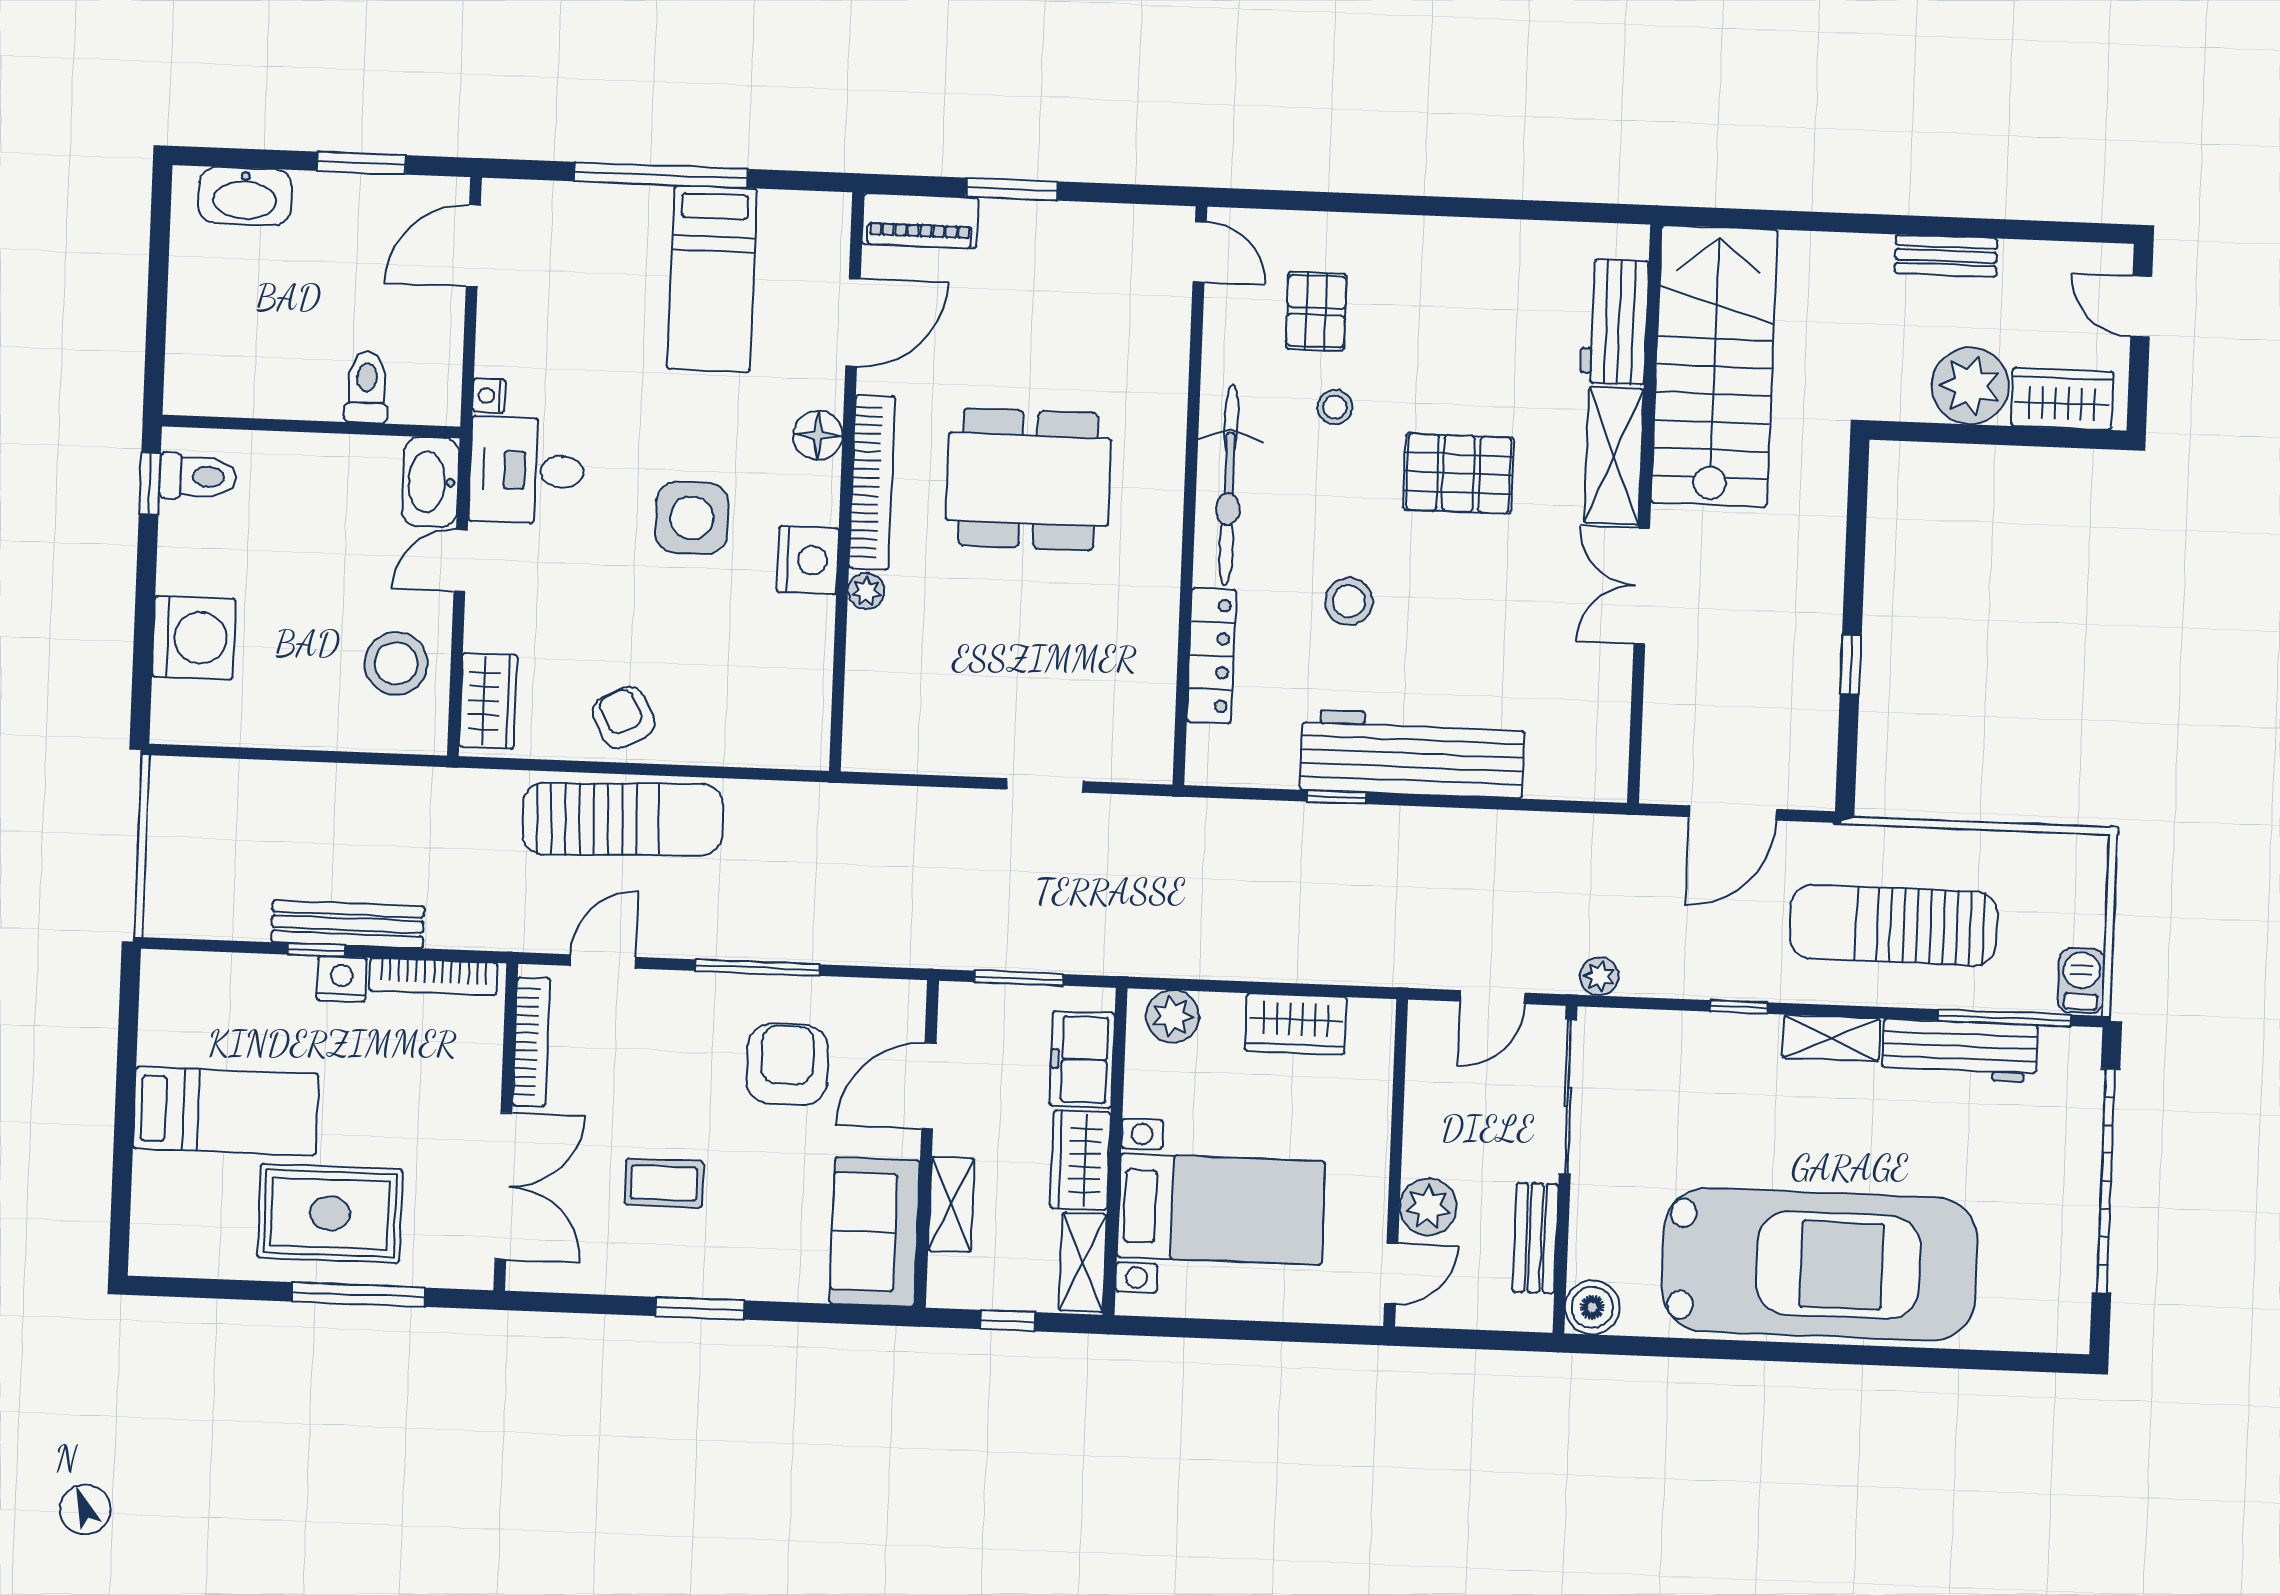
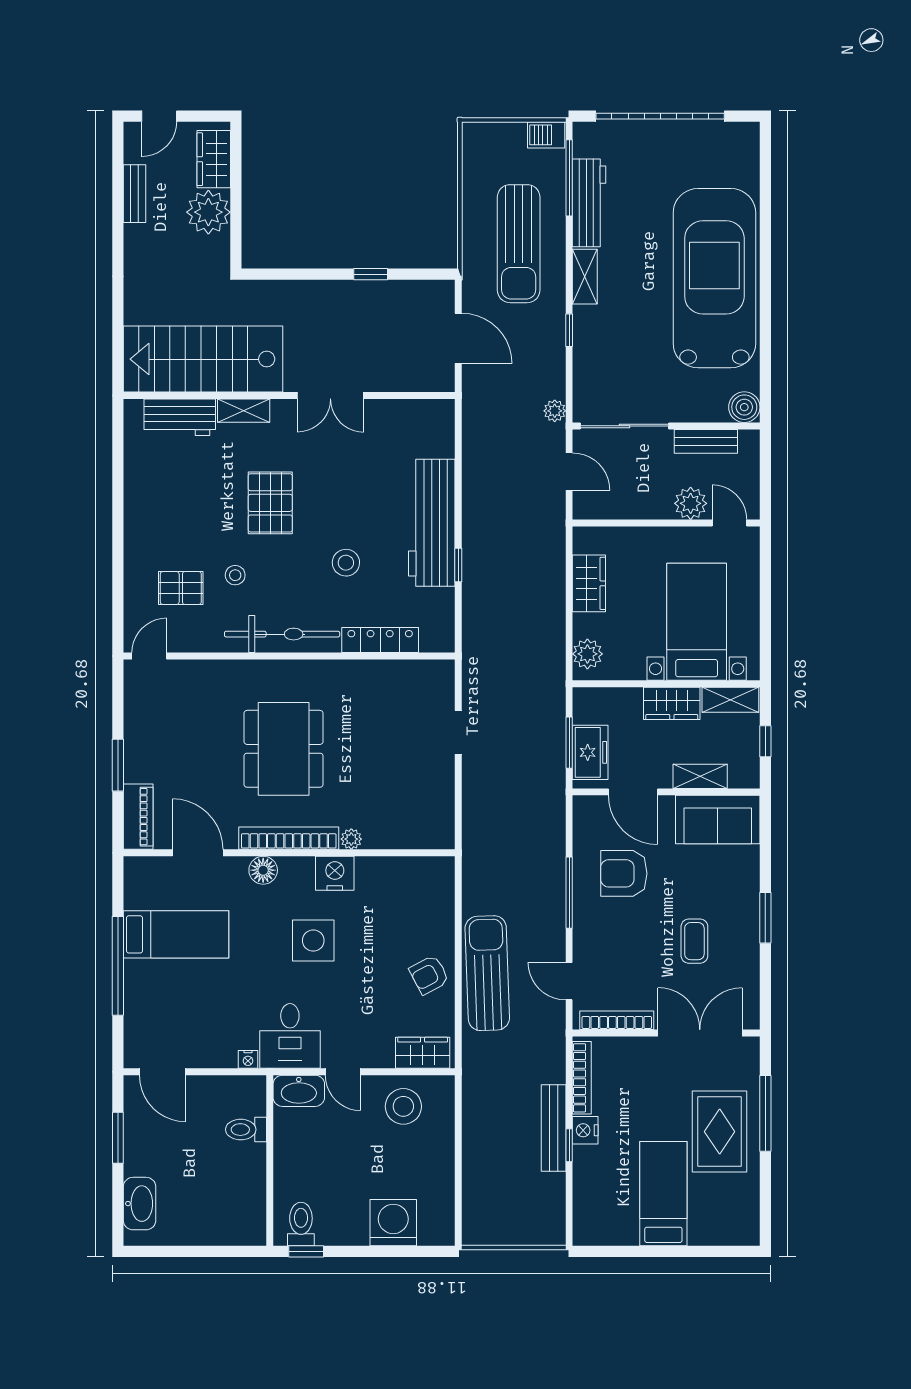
bench: (1946, 256) -> (135, 194), moved
shelving: (1614, 456) -> (244, 411), width x0.67, depth x0.75
freezer: (1082, 1060) -> (590, 752), moved, turned -90

